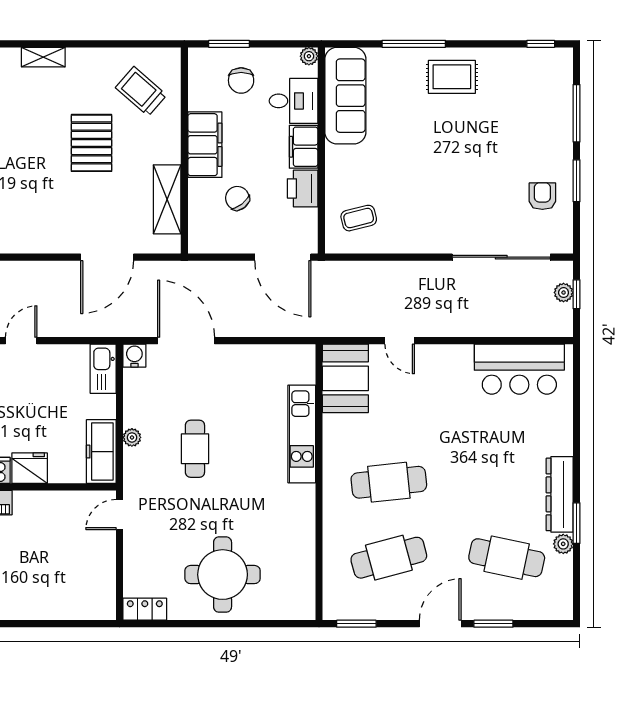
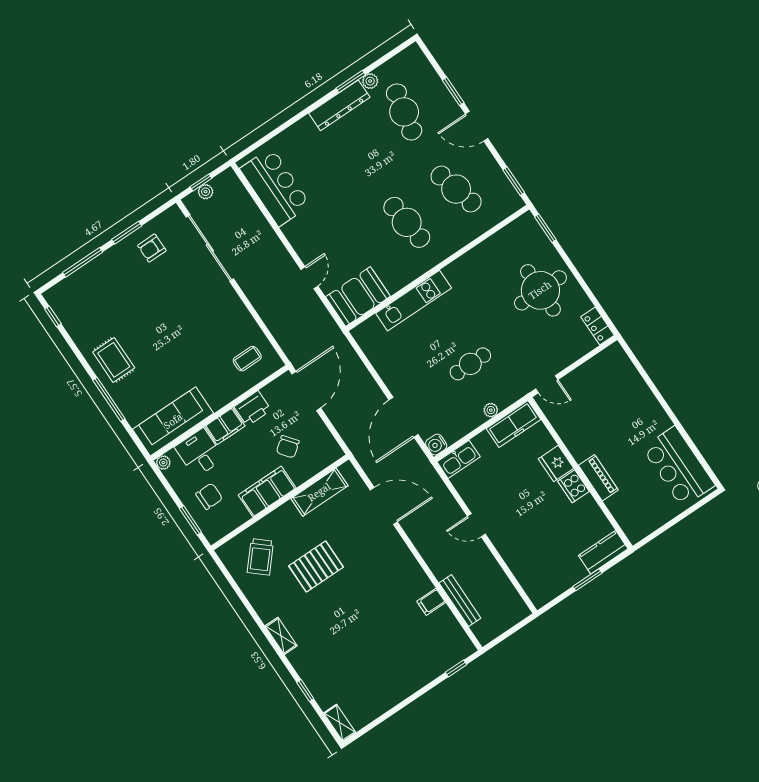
coffee table: (359, 218) -> (247, 359), turned -76
window: (284, 624) -> (545, 228), added

